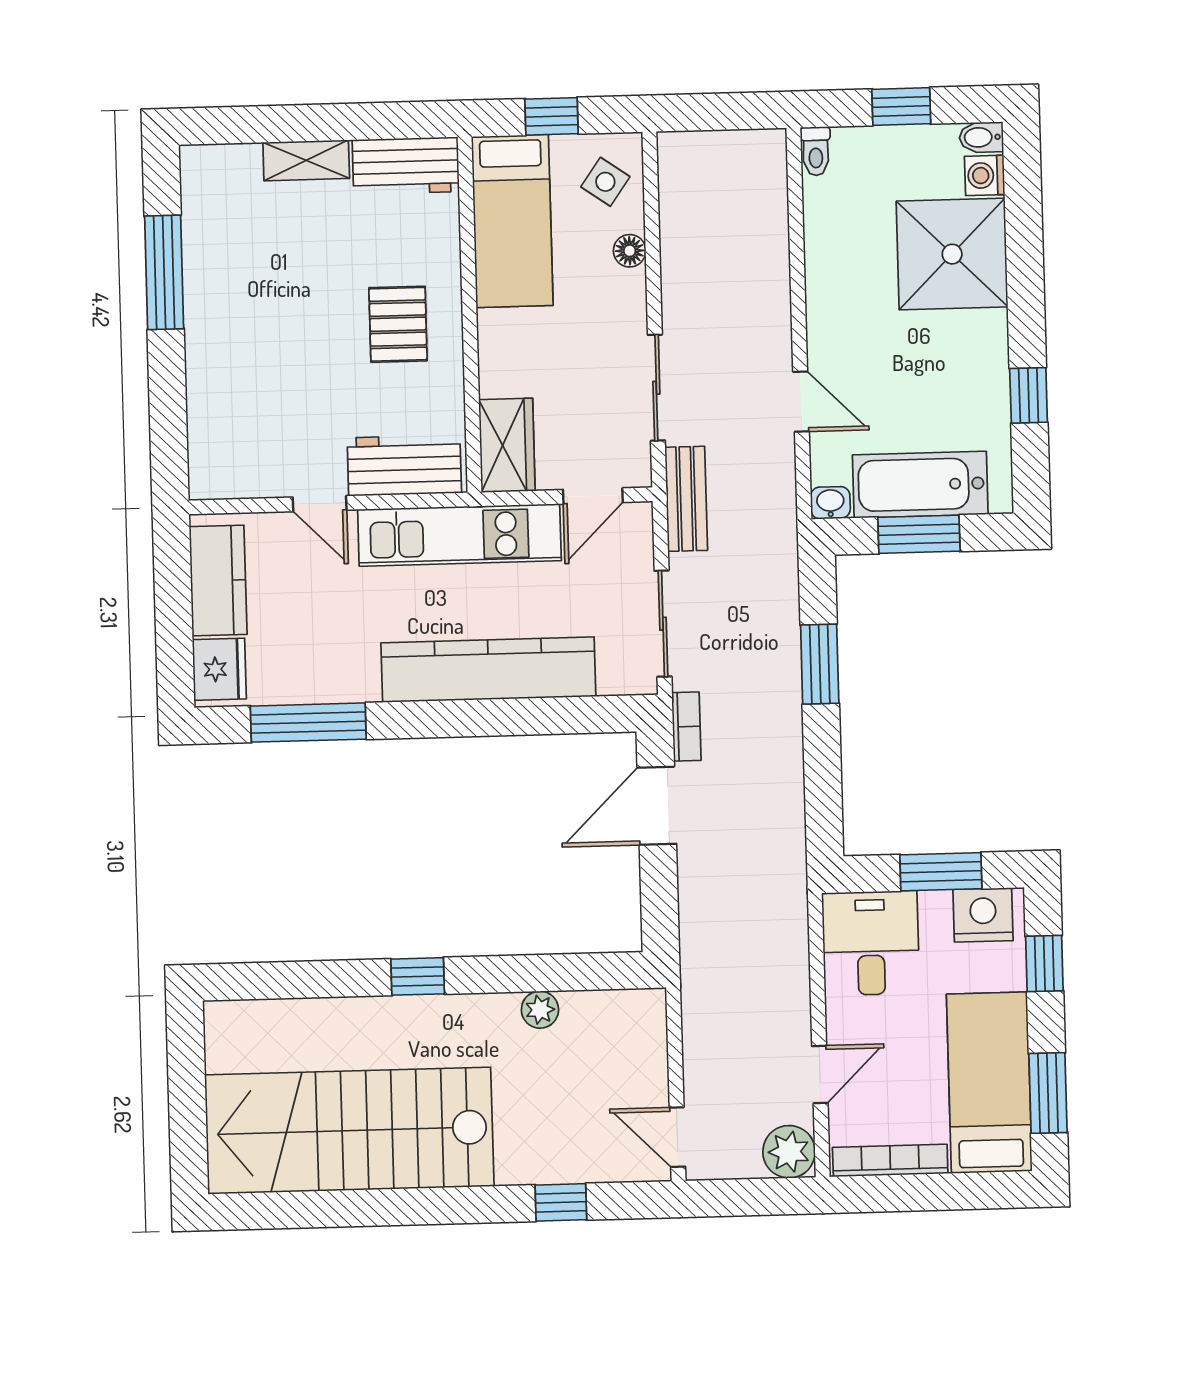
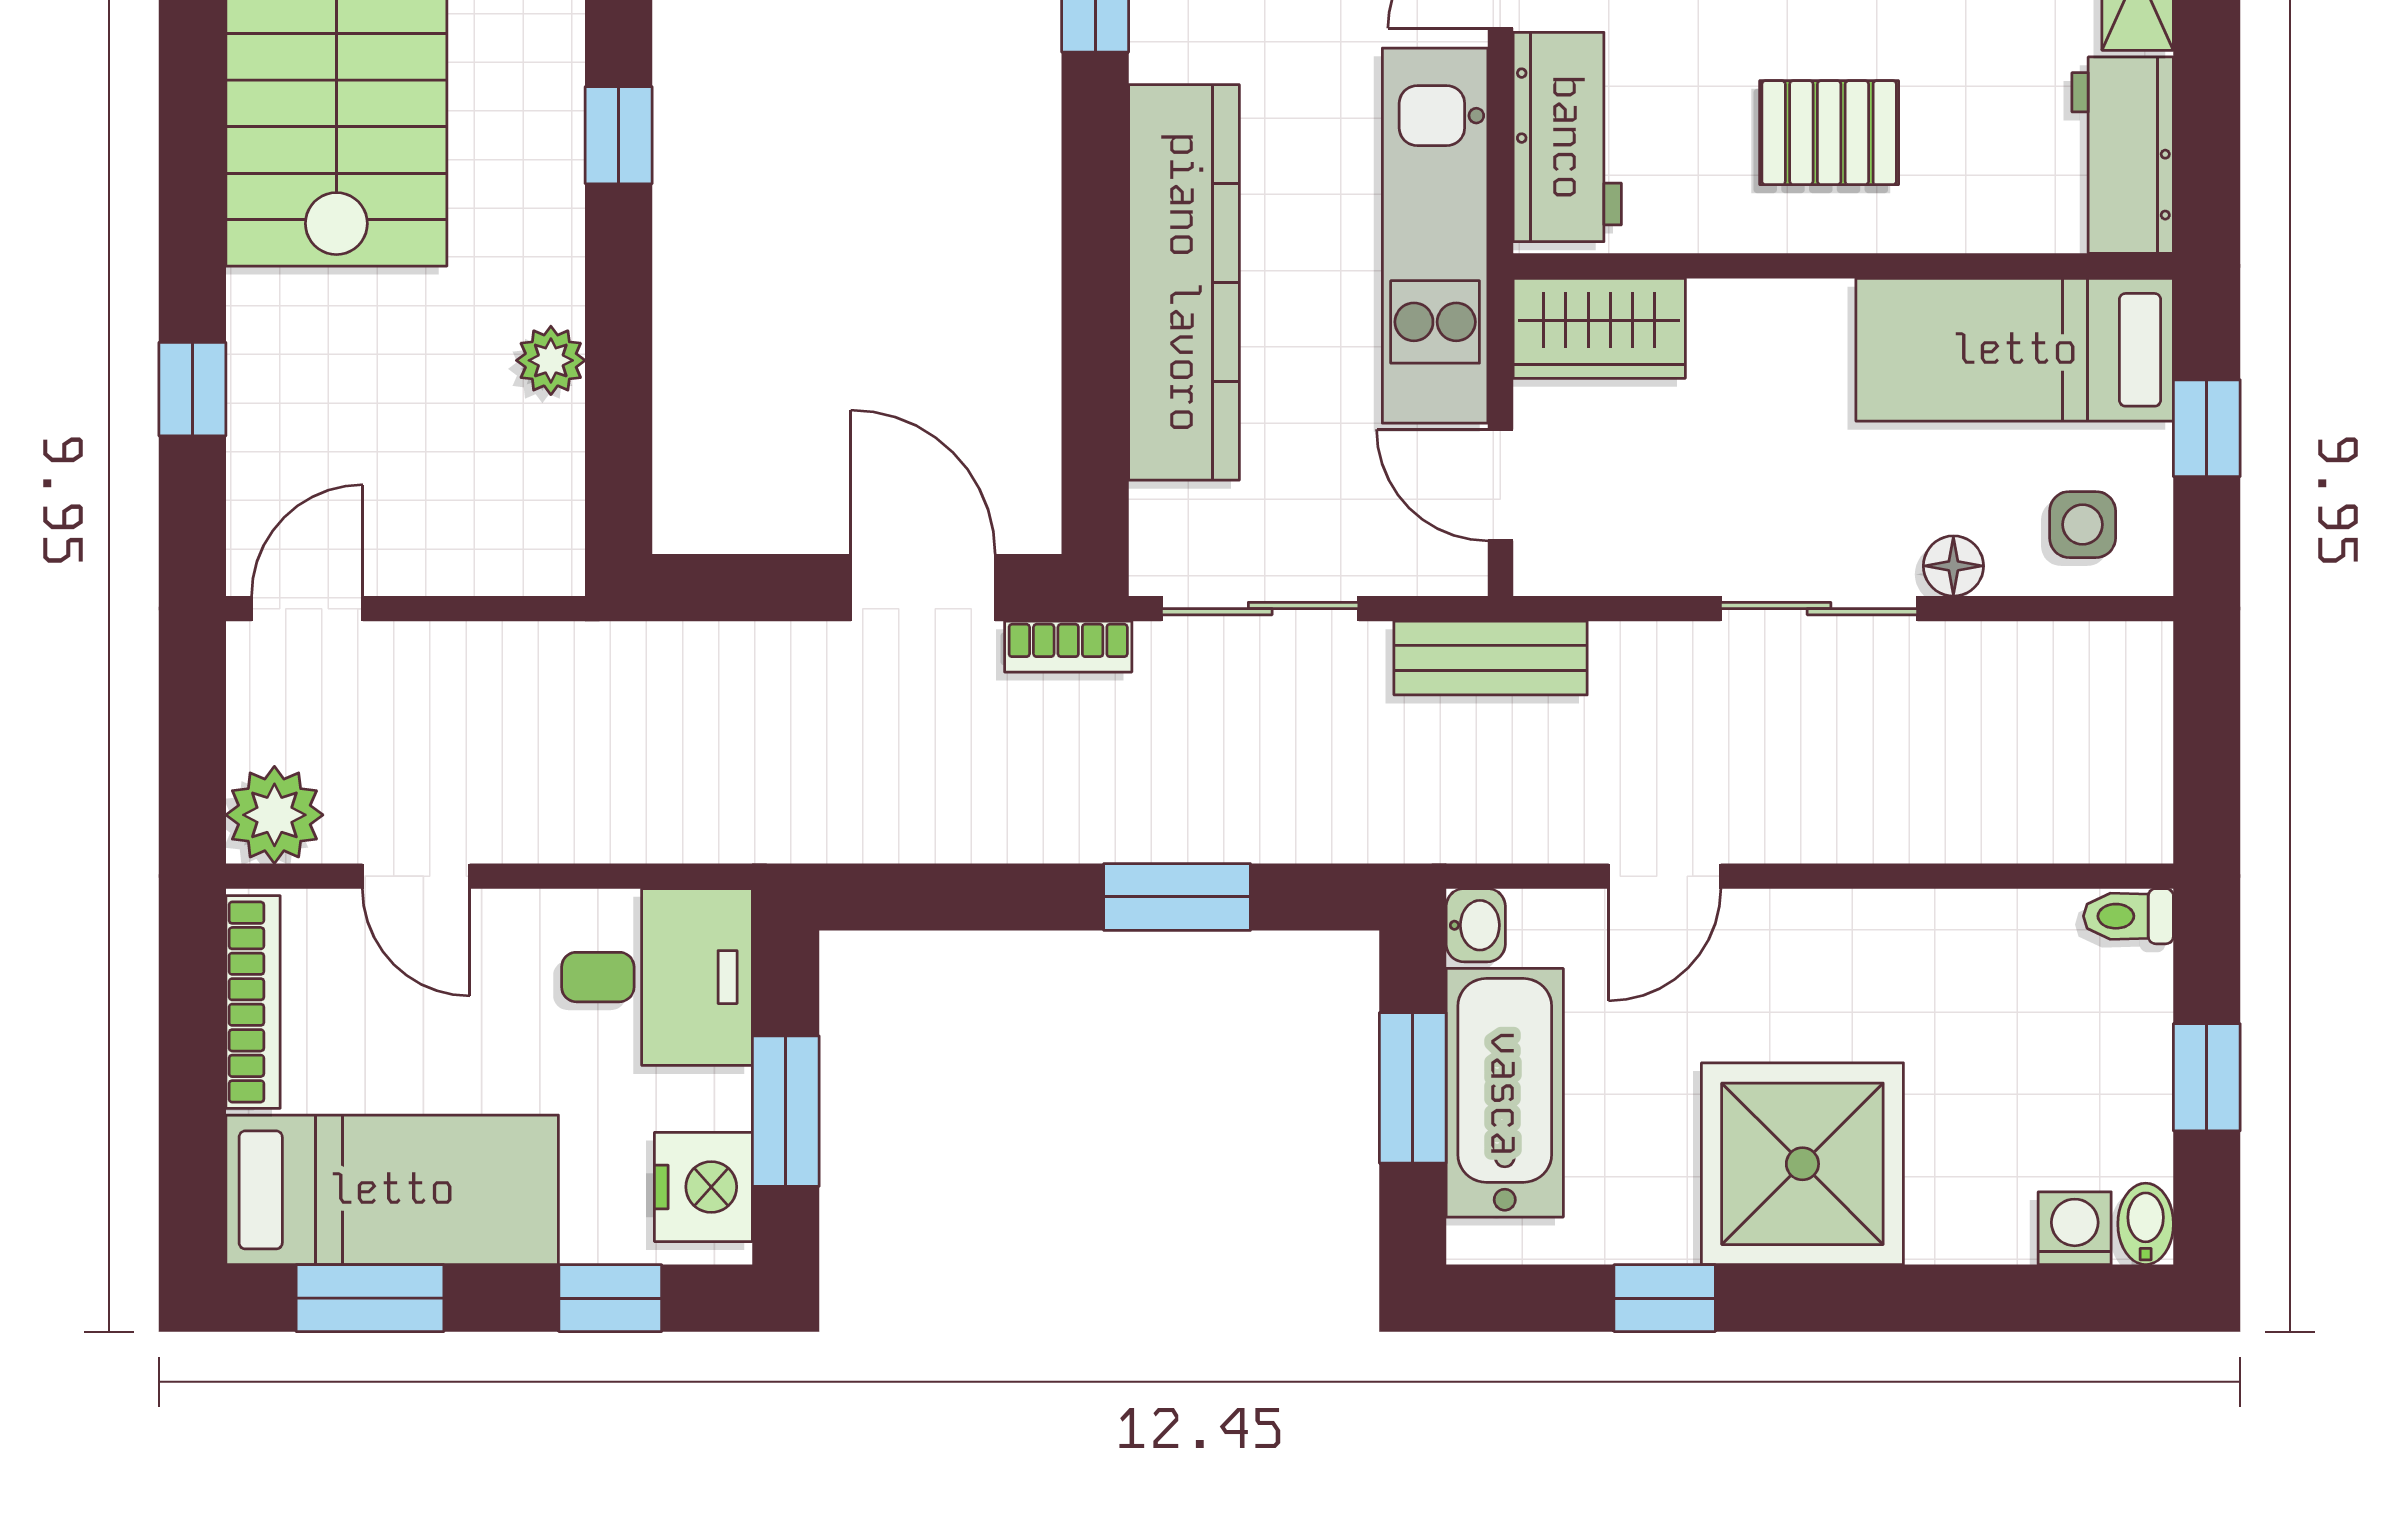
side table: (605, 182) -> (2083, 525), turned -35
shower: (952, 254) -> (1802, 1164), moved
sliding door: (656, 388) -> (1819, 609), moved

